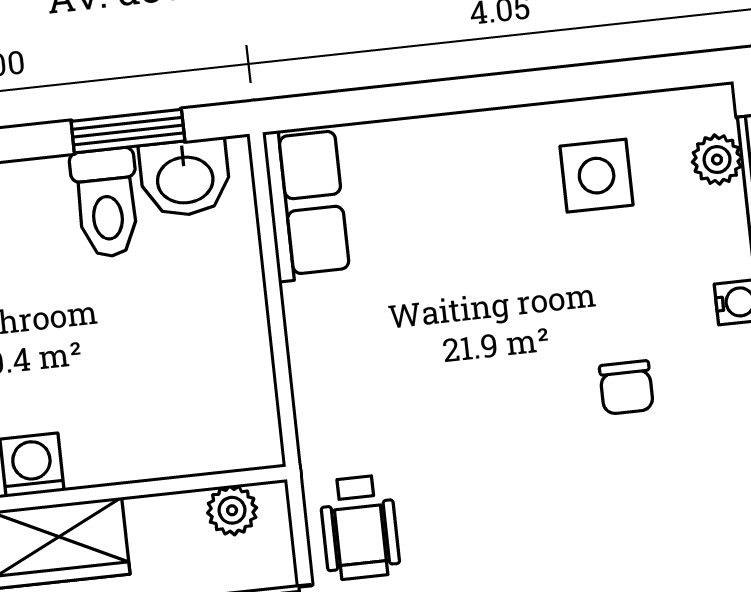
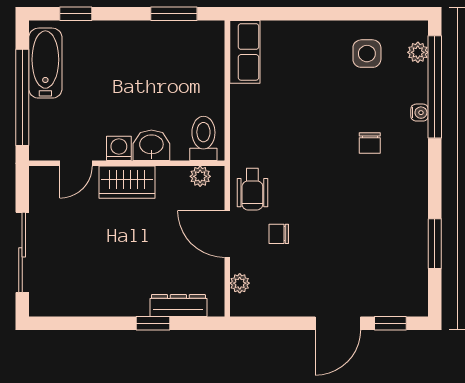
washbasin: (185, 178) -> (151, 145), moved, turned 180
toilet: (106, 203) -> (203, 138), moved, turned 180

